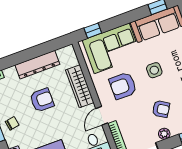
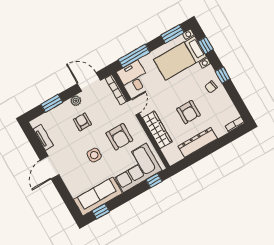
armchair: (123, 86) -> (119, 137), turned 90
armchair: (42, 100) -> (189, 112), turned -90
armchair: (161, 109) -> (82, 122), turned 58

